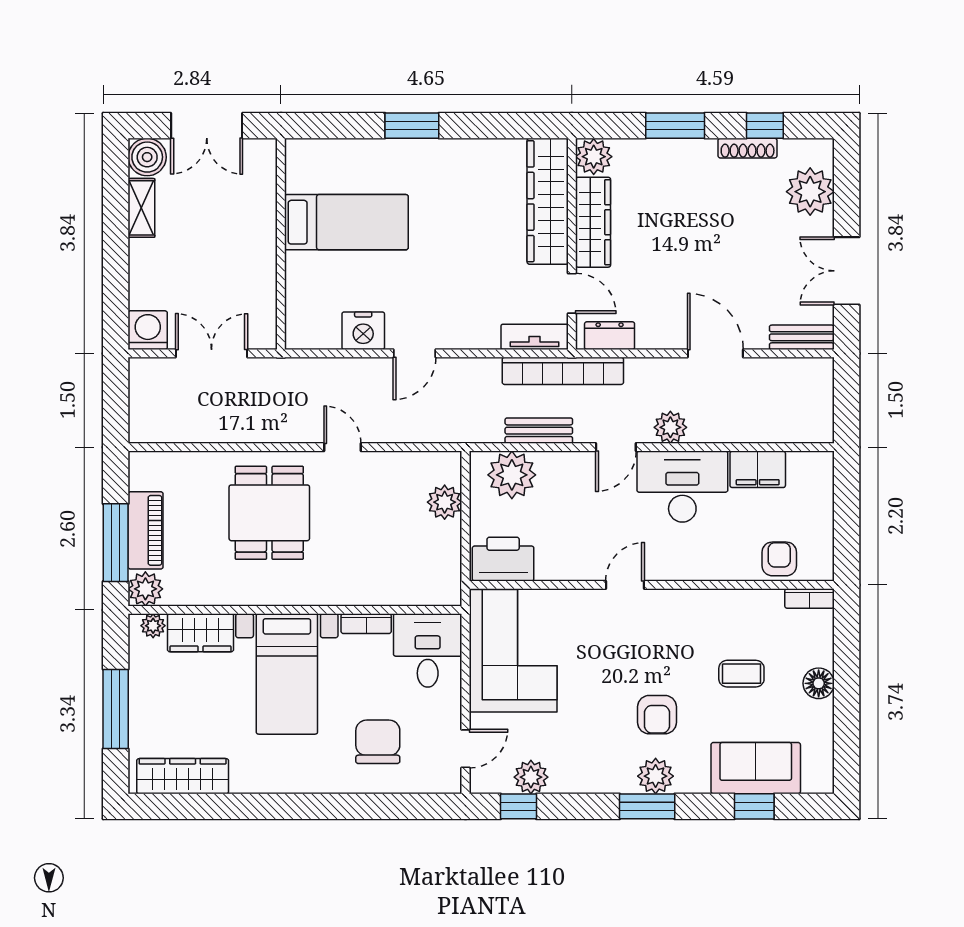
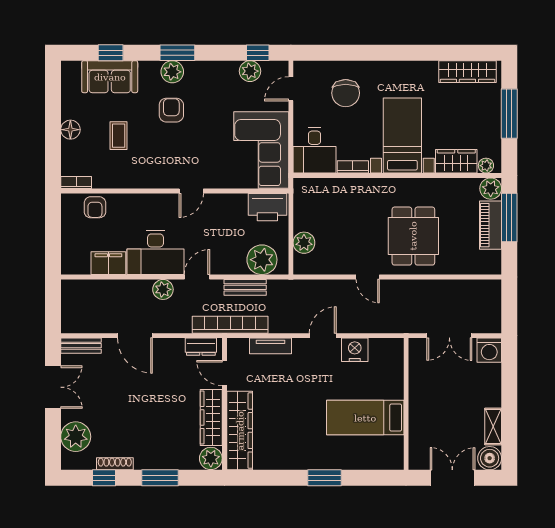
tv unit: (535, 337) -> (270, 346), moved
coffee table: (741, 674) -> (119, 136), turned 90

